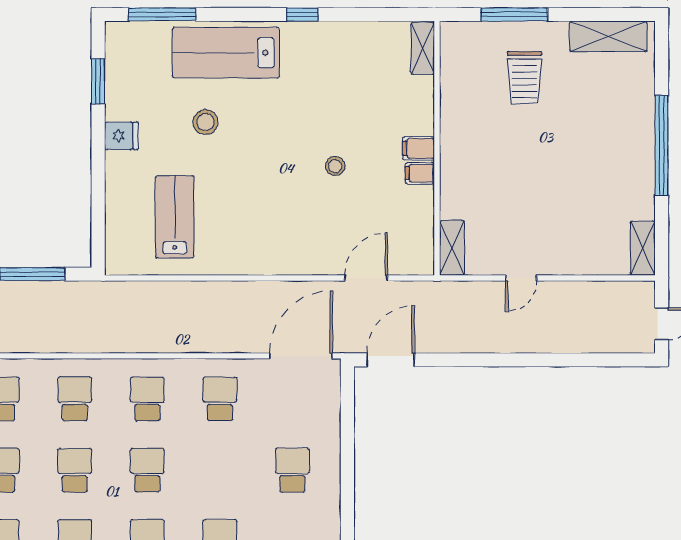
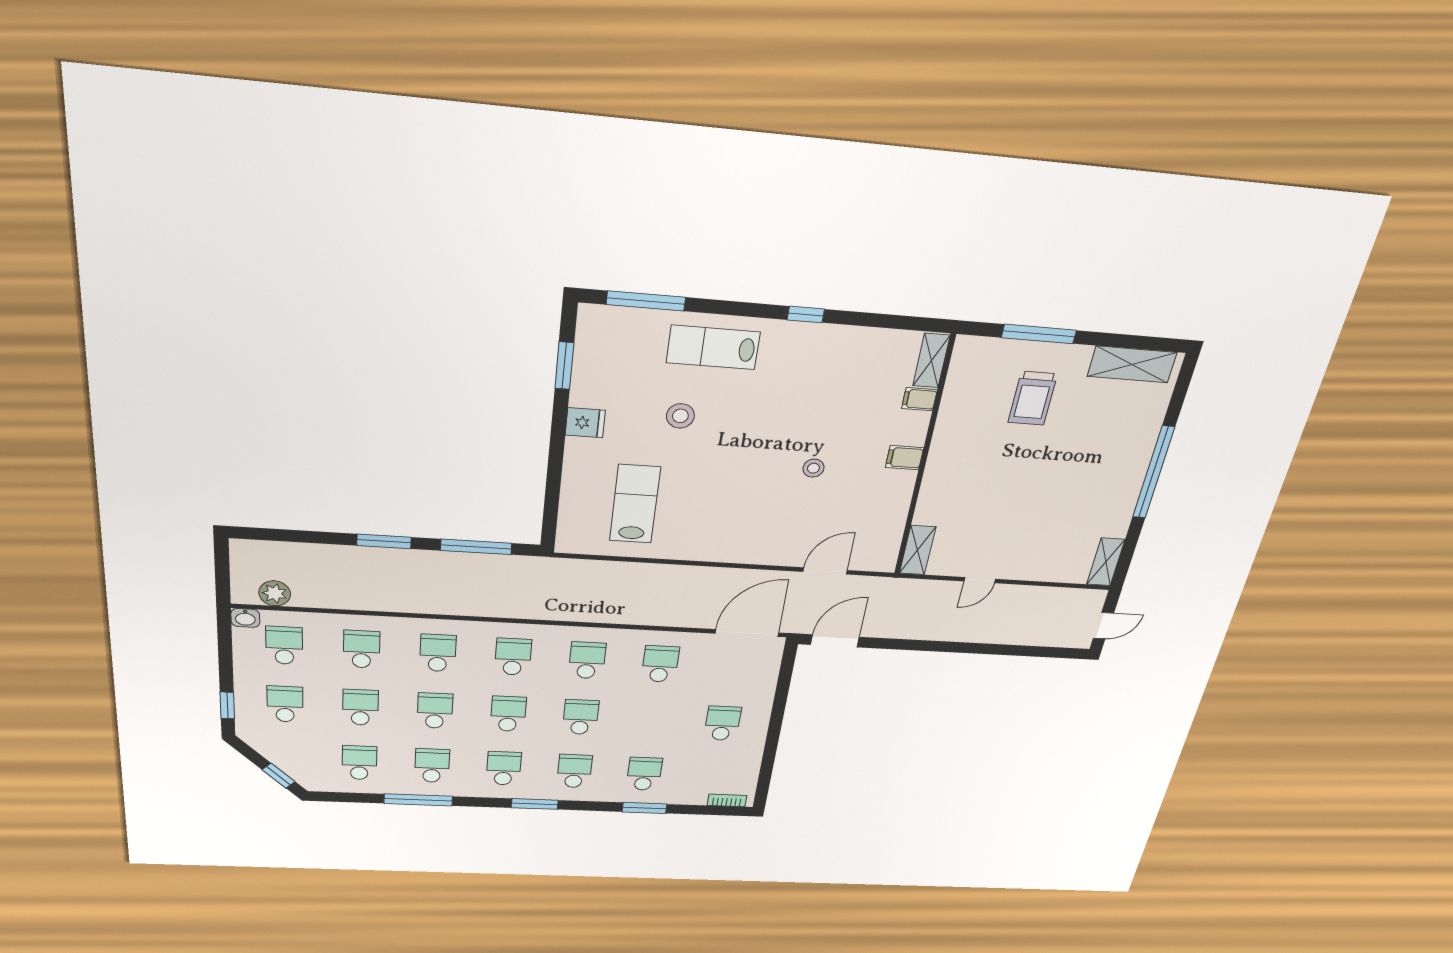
lab bench: (226, 53) -> (713, 347), width x0.73, depth x0.72
filing cabinet: (420, 173) -> (919, 399), moved

